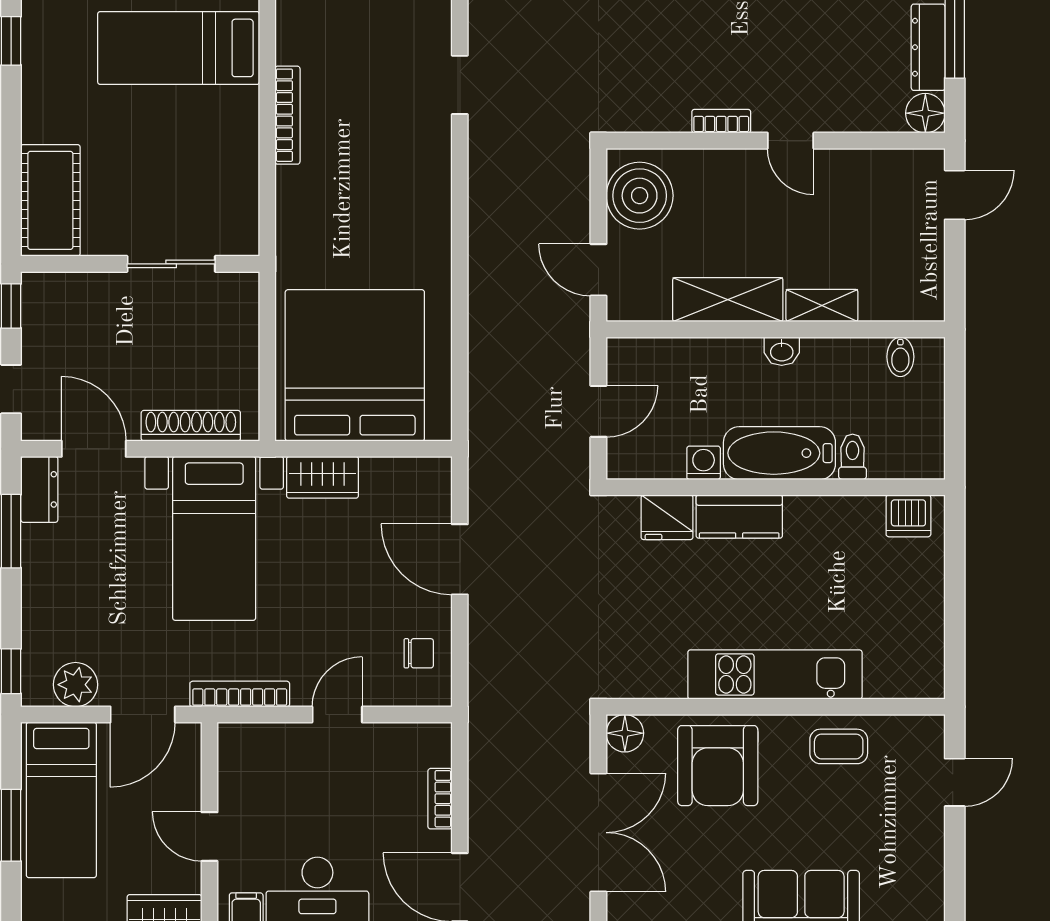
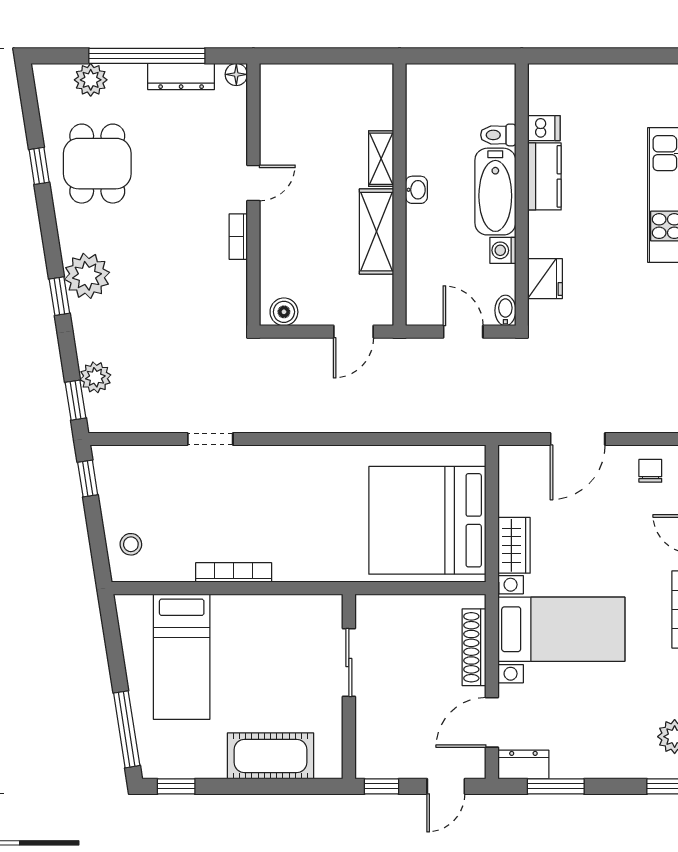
floor lamp: (925, 113) -> (236, 74), width x0.73, depth x0.73
door: (955, 195) -> (295, 56), removed
boiler: (640, 196) -> (284, 312), width x0.54, depth x0.54
cot: (50, 200) -> (270, 756), moved
bidet: (900, 357) -> (505, 310), moved, turned -90
dishwasher: (908, 516) -> (544, 128), moved, width x0.73
kitchen counter: (739, 517) -> (544, 176), moved

